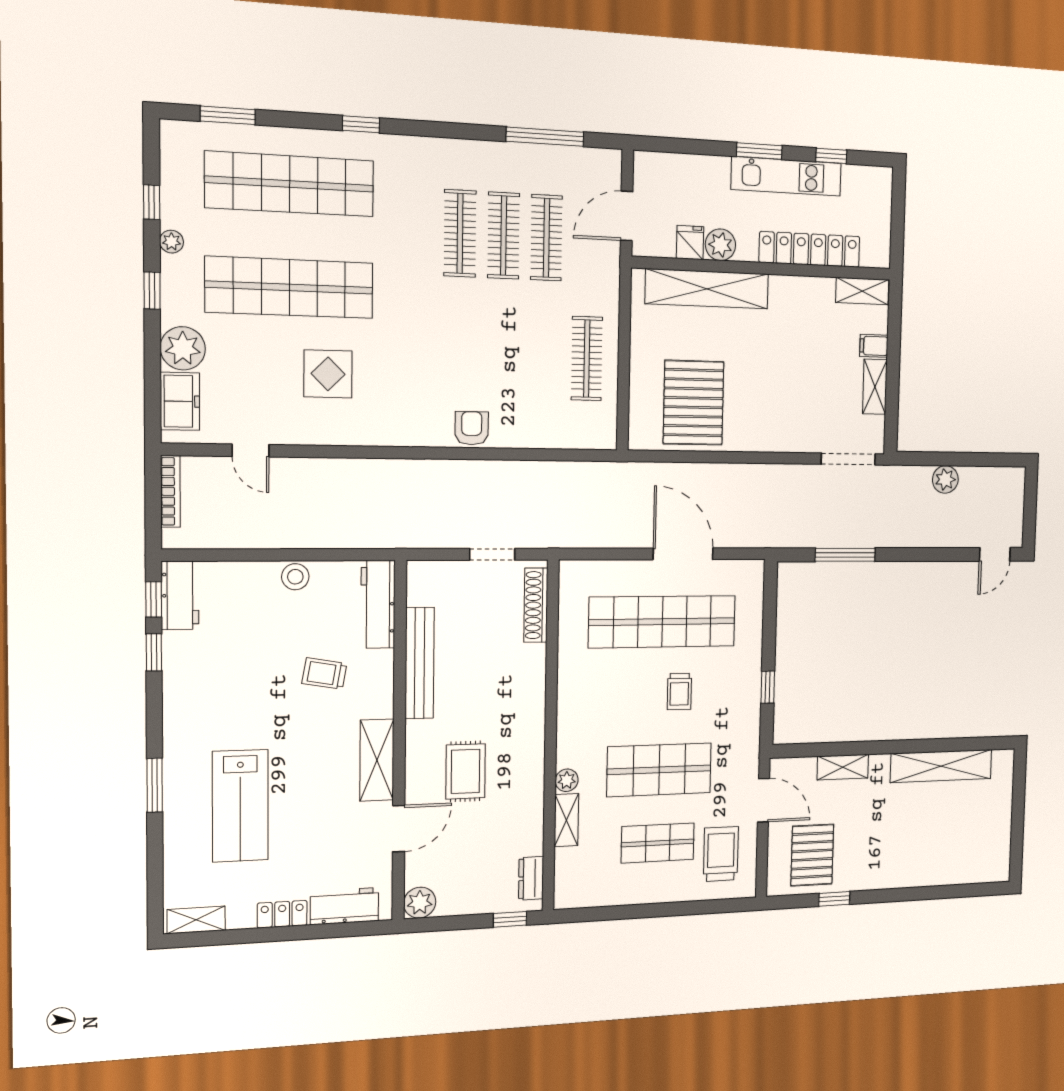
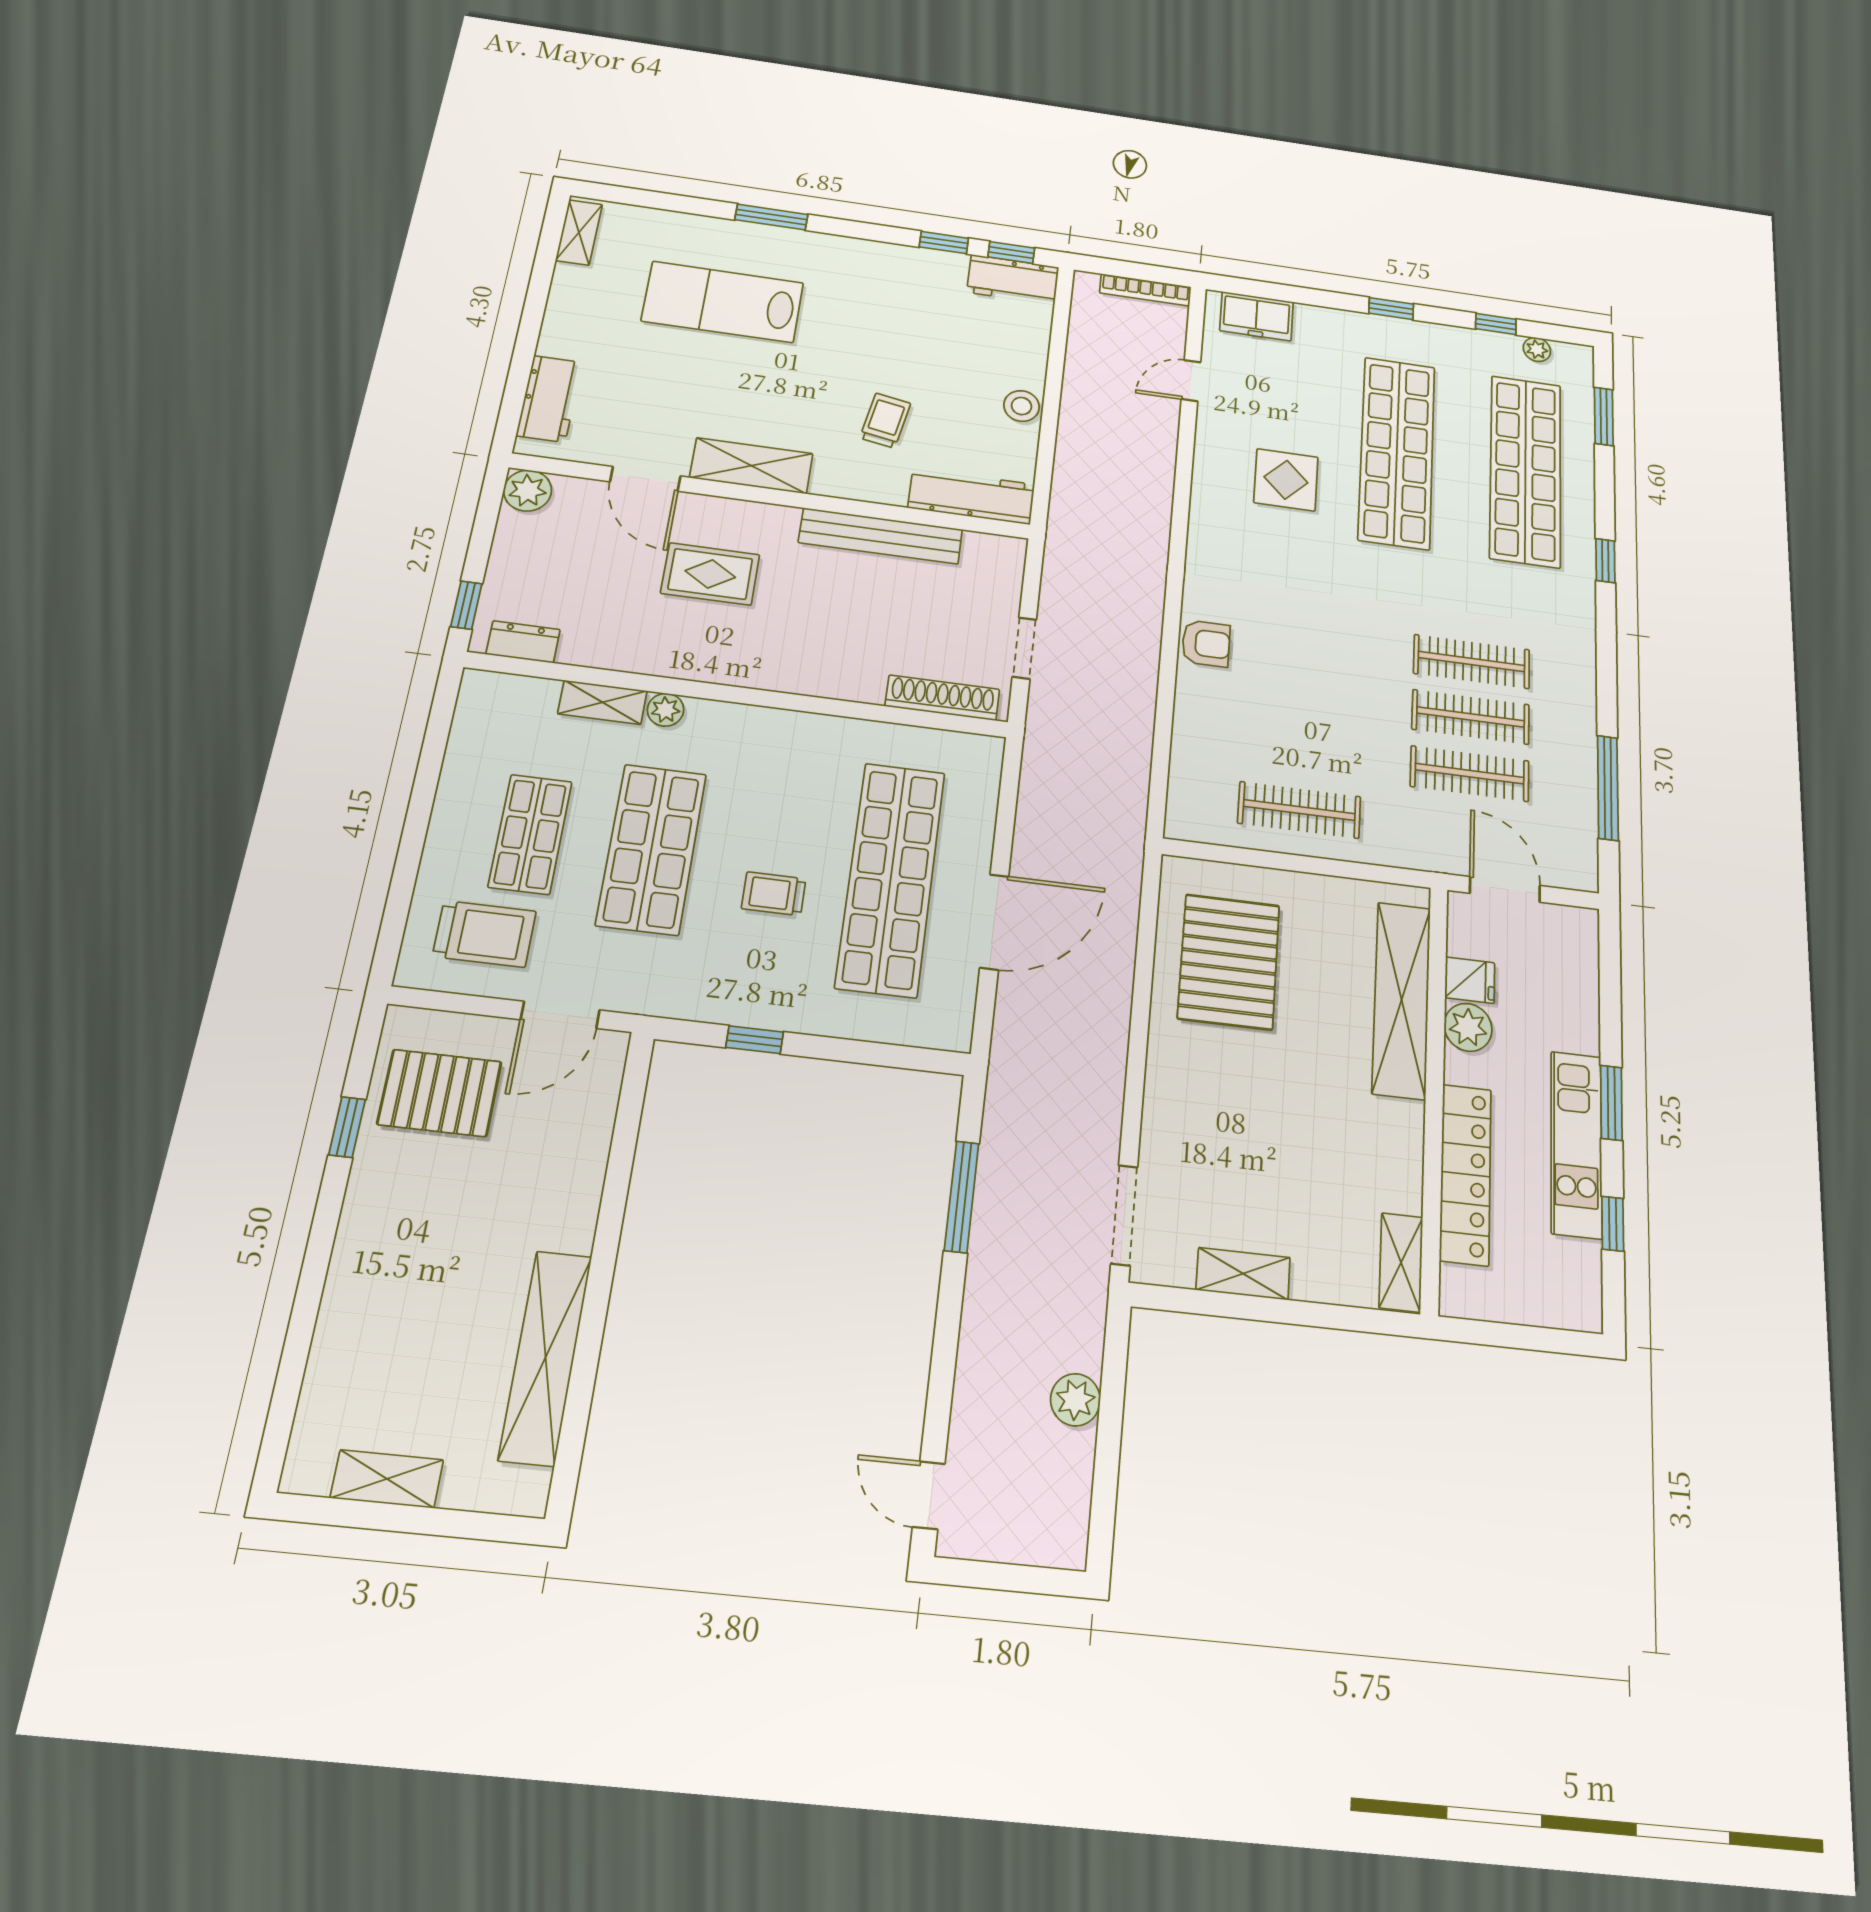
plant: (172, 242) -> (1537, 349), moved
filing cabinet: (874, 346) -> (1311, 1277), removed
plant: (183, 348) -> (1321, 329), removed
pallet: (694, 403) -> (1229, 962), turned 90
shelving: (843, 767) -> (387, 1479), moved, turned 90
locker: (282, 914) -> (559, 326), removed

